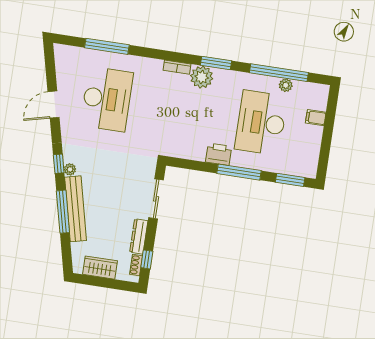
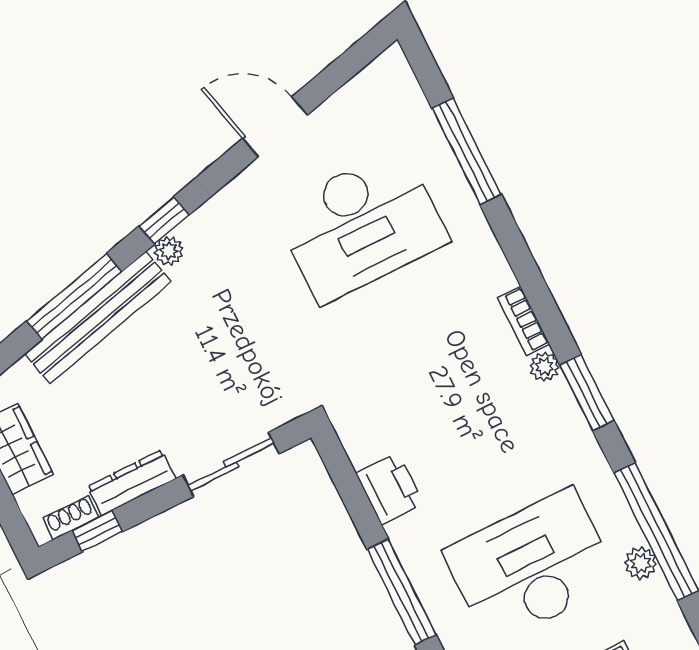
plant: (202, 77) -> (544, 366), width x0.53, depth x0.53
printer: (219, 154) -> (390, 489), moved

